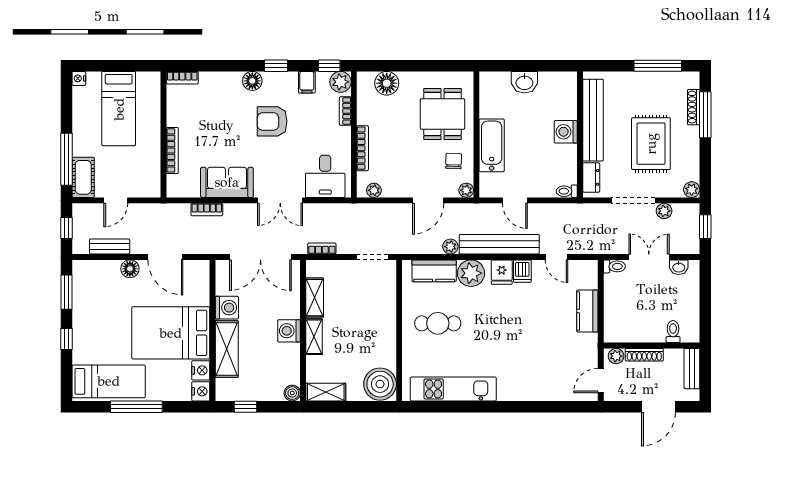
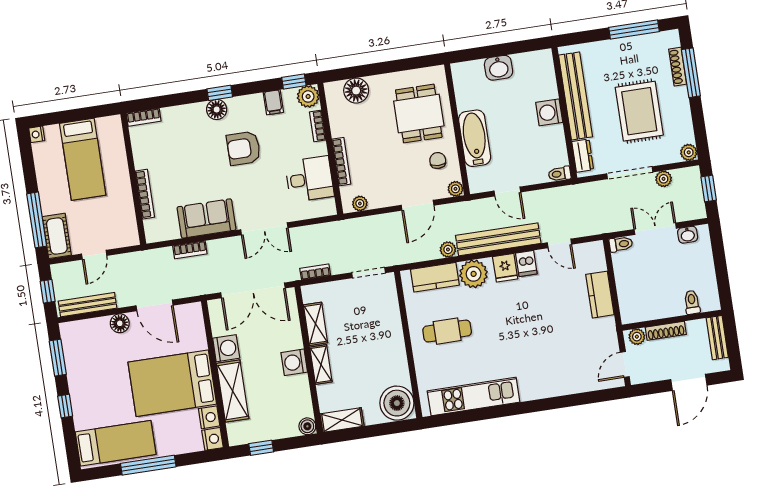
window: (276, 66) -> (220, 93), moved
desk: (325, 176) -> (309, 179), moved, turned -90
bench: (110, 246) -> (88, 305), width x1.36

